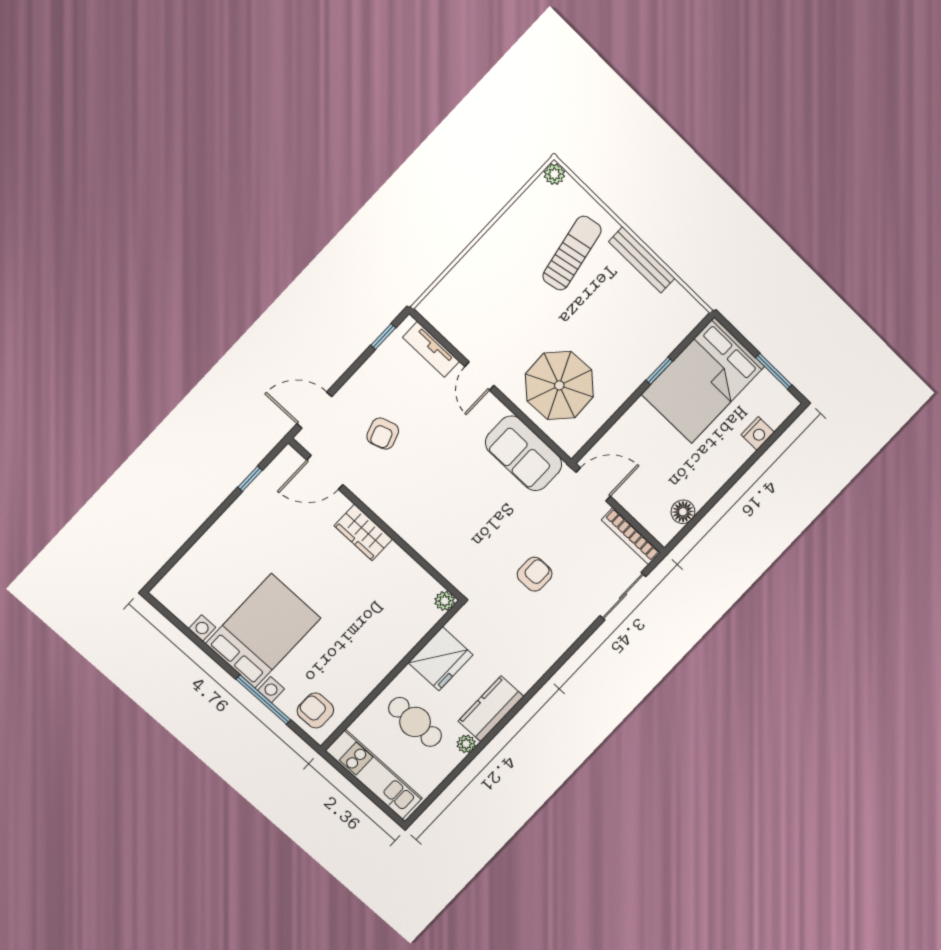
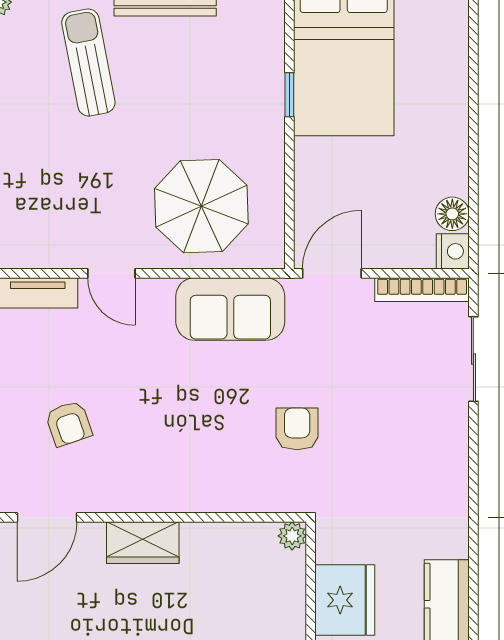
nightstand: (758, 433) -> (453, 251), moved
armchair: (535, 574) -> (297, 429), moved

